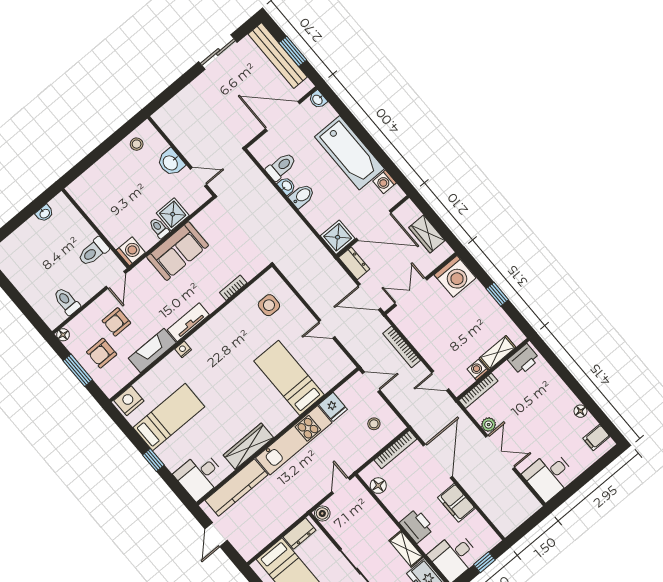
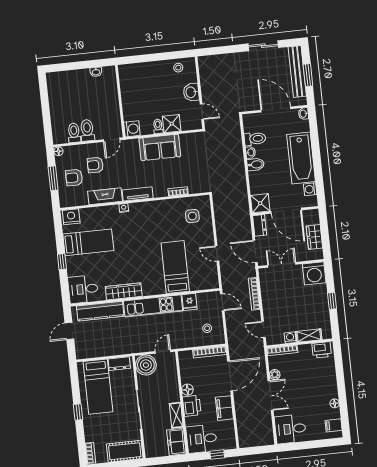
toilet: (93, 252) -> (87, 130), moved, turned 90
floor lamp: (378, 486) -> (187, 390), moved
boiler: (322, 513) -> (146, 365), width x1.86, depth x1.86

